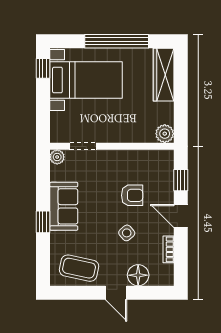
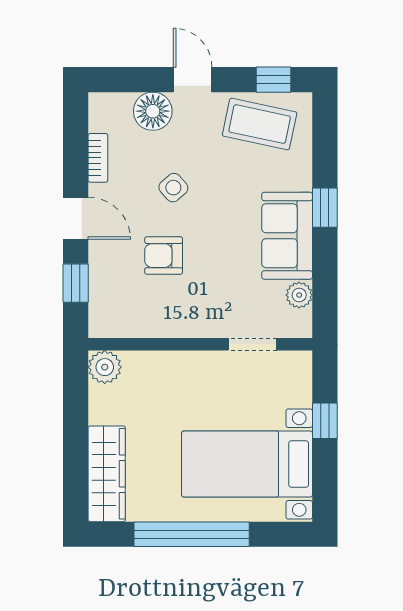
window: (43, 68) -> (325, 421), moved
plant: (57, 157) -> (299, 295), moved
window: (71, 293) -> (273, 80), added

